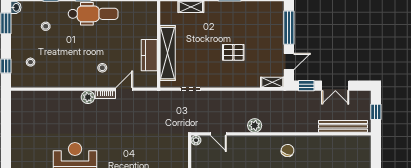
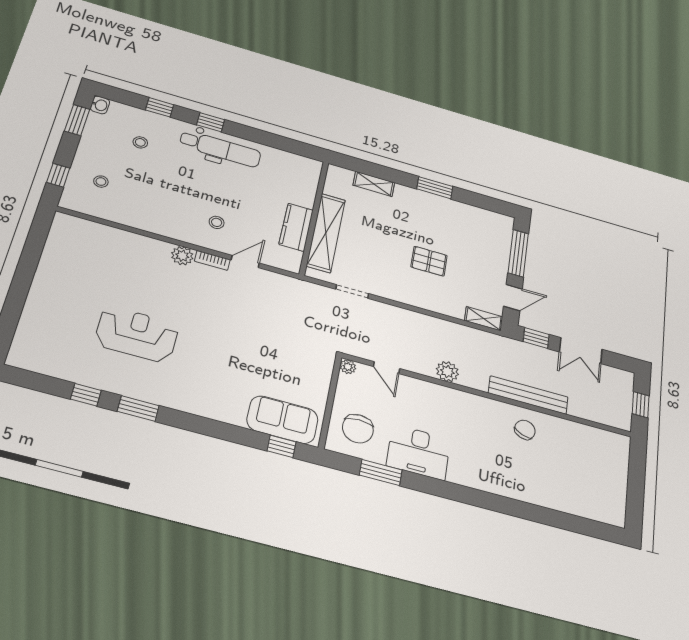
bench: (343, 126) -> (528, 395), moved
chair: (288, 151) -> (525, 430), moved

